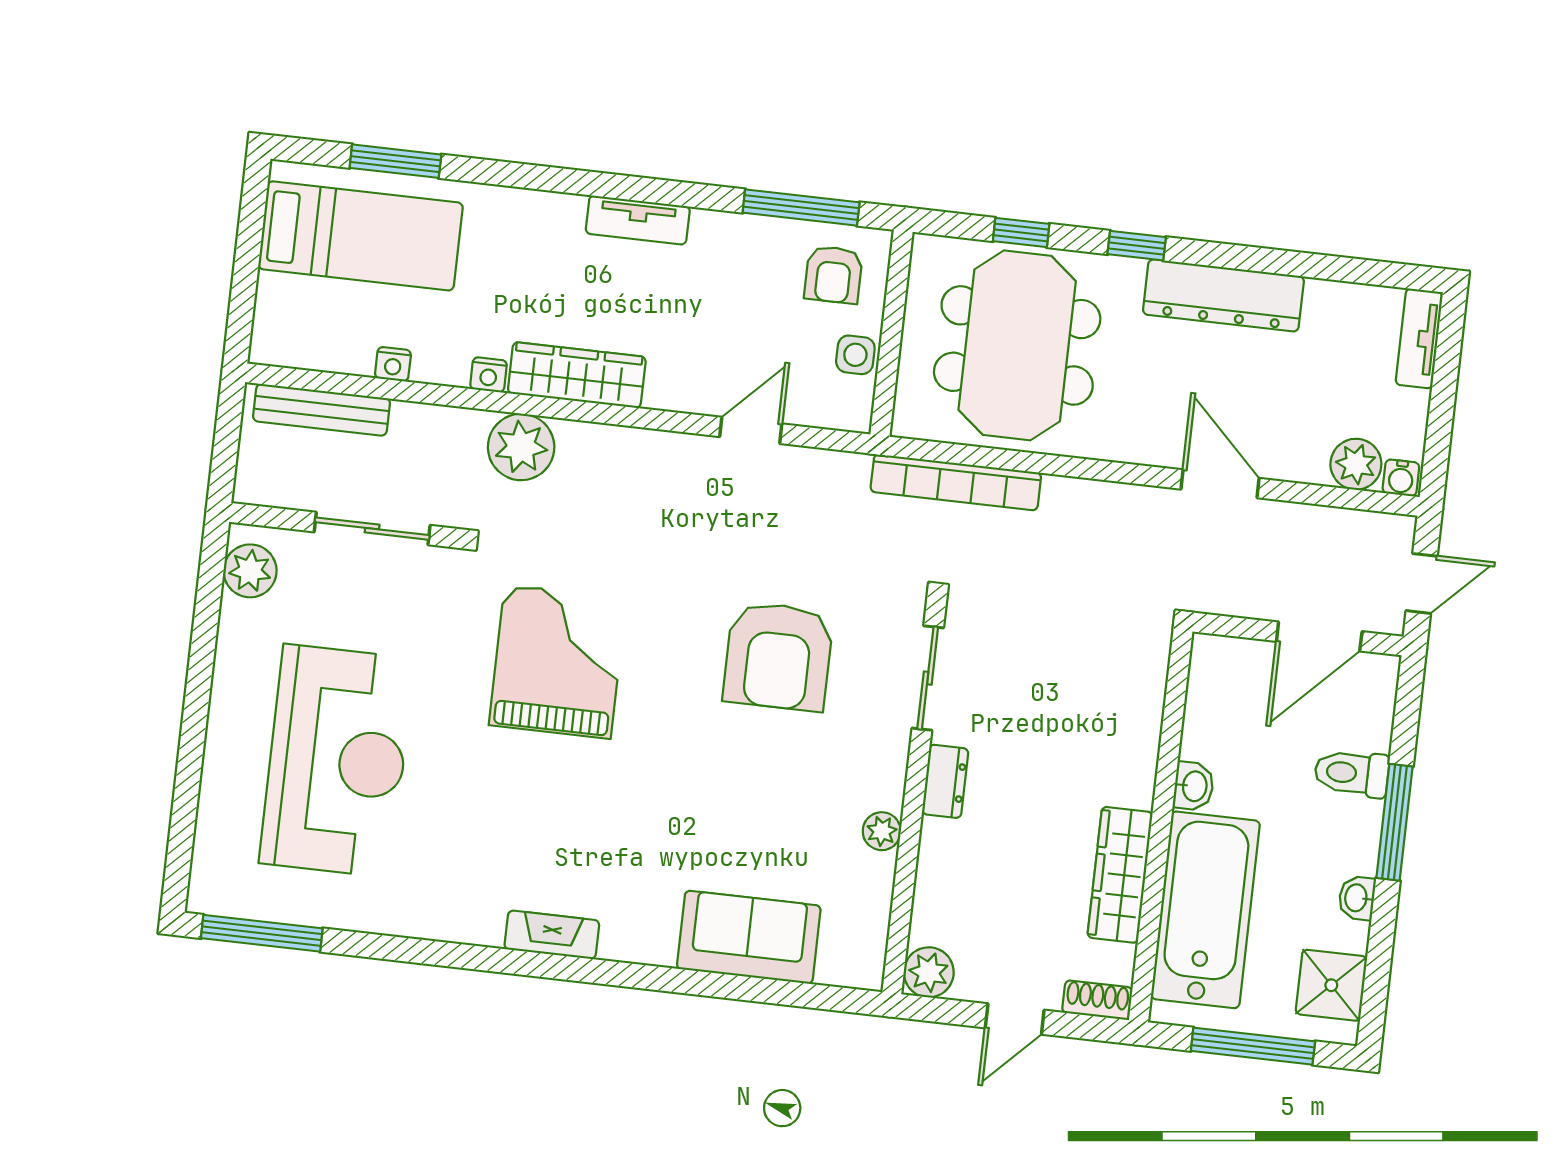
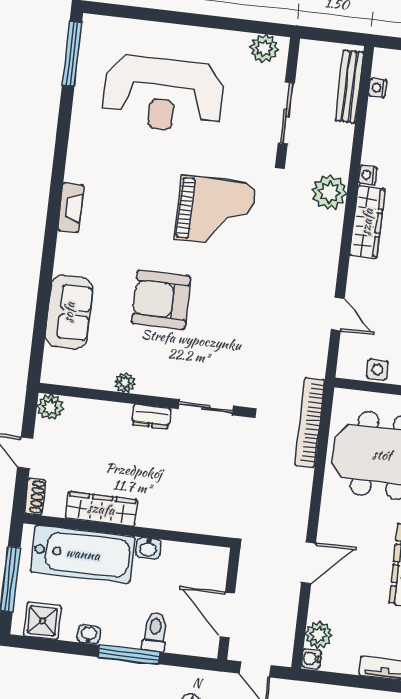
nightstand: (393, 364) -> (378, 88), moved
armchair: (778, 656) -> (161, 300), moved

